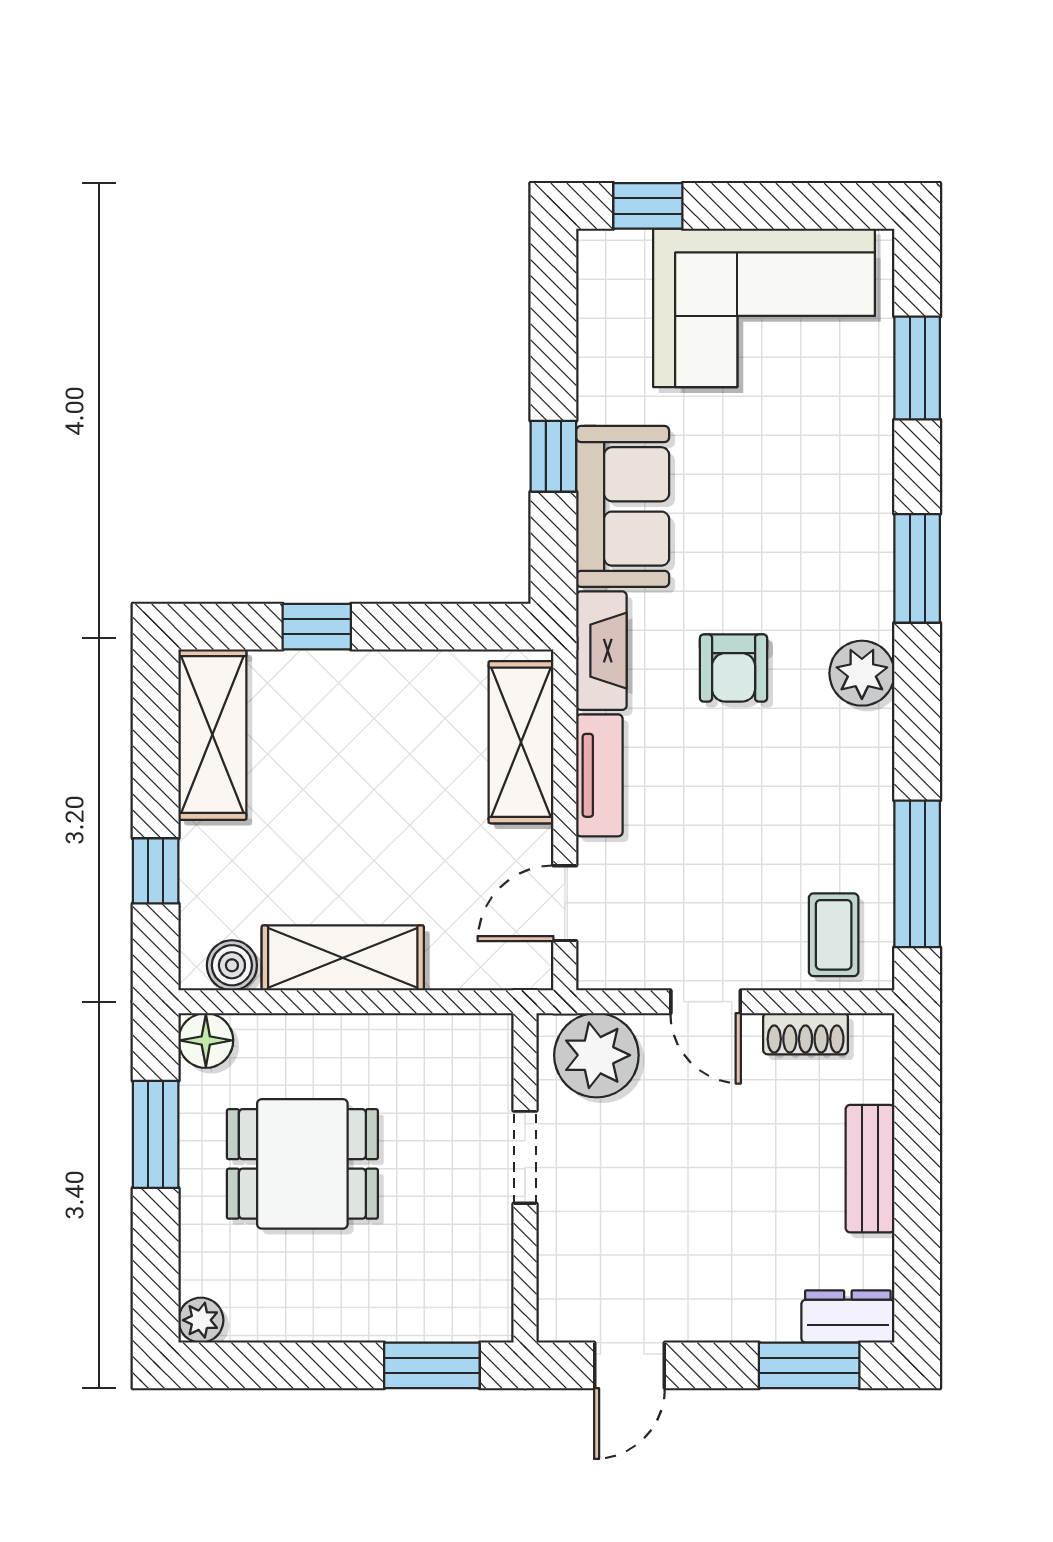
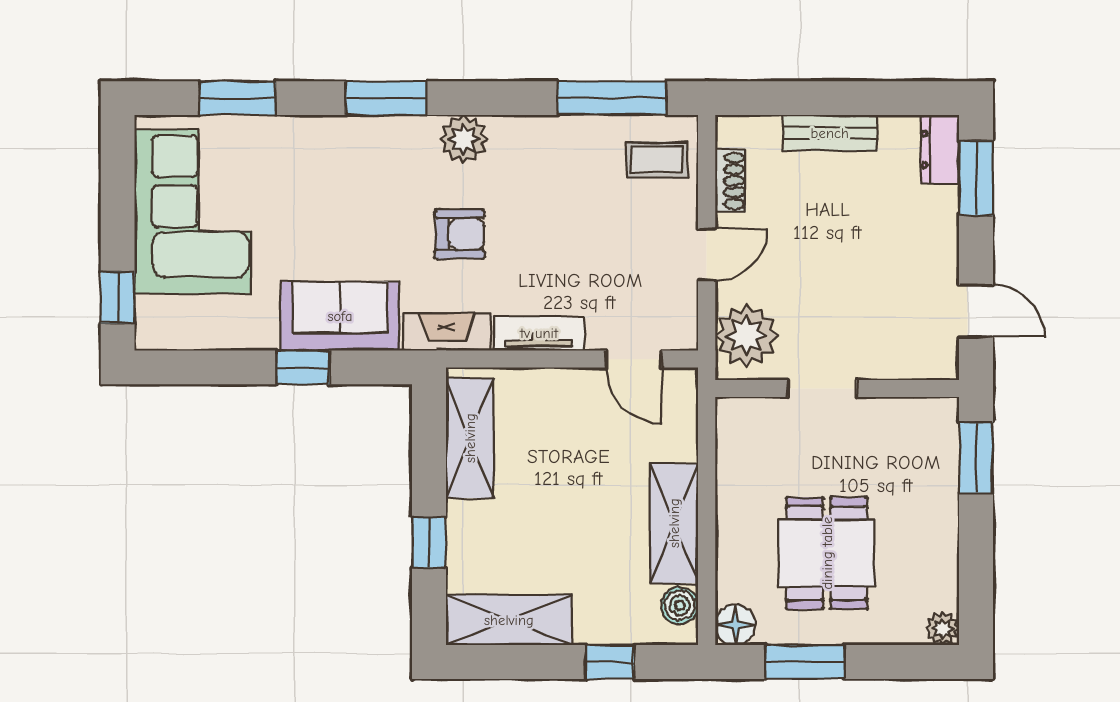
shelving: (521, 742) -> (470, 438), moved, turned 90

